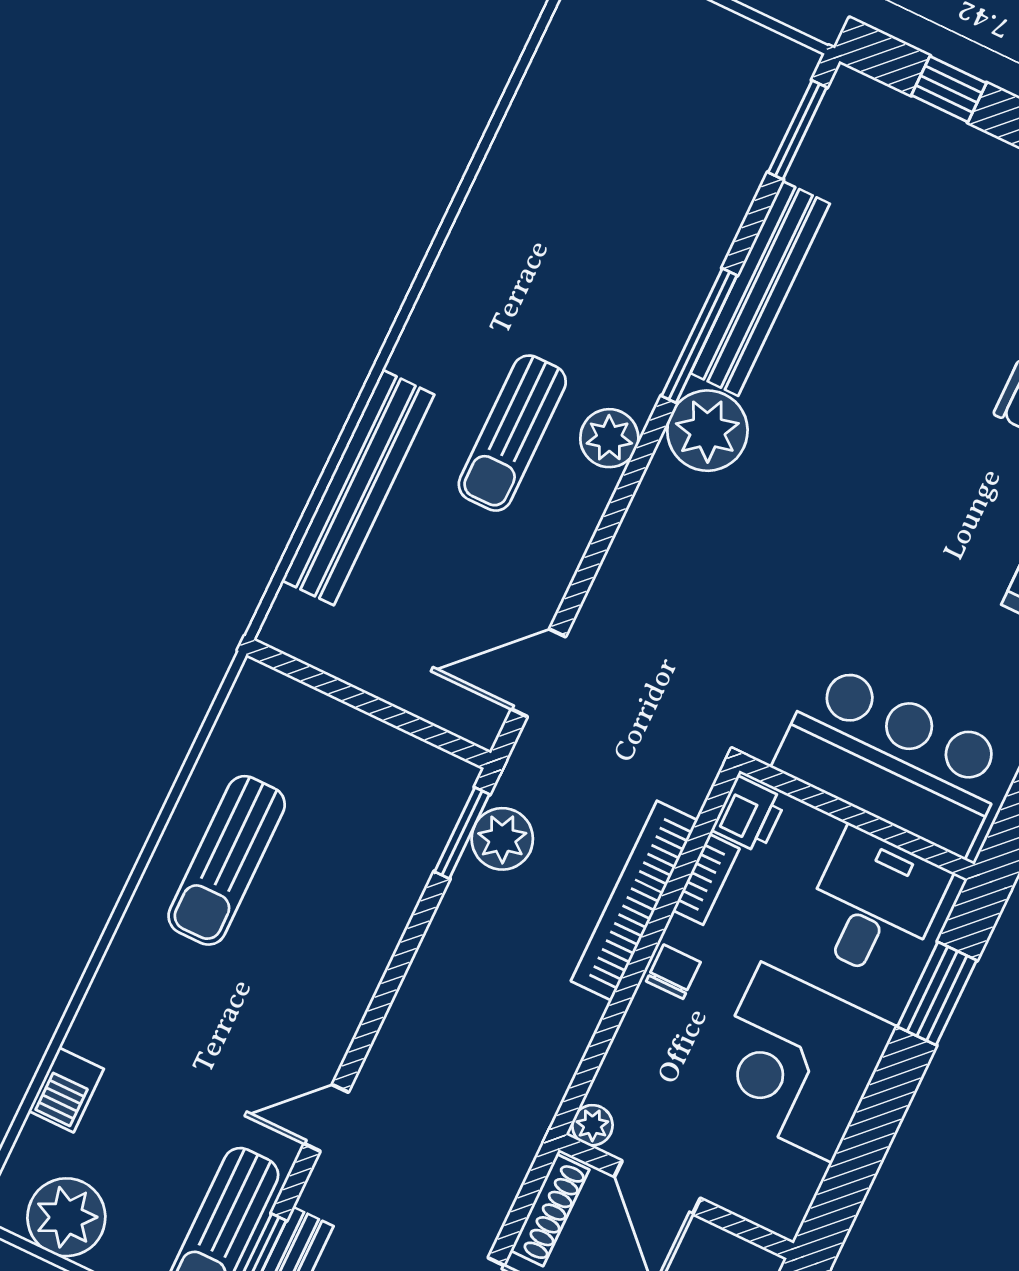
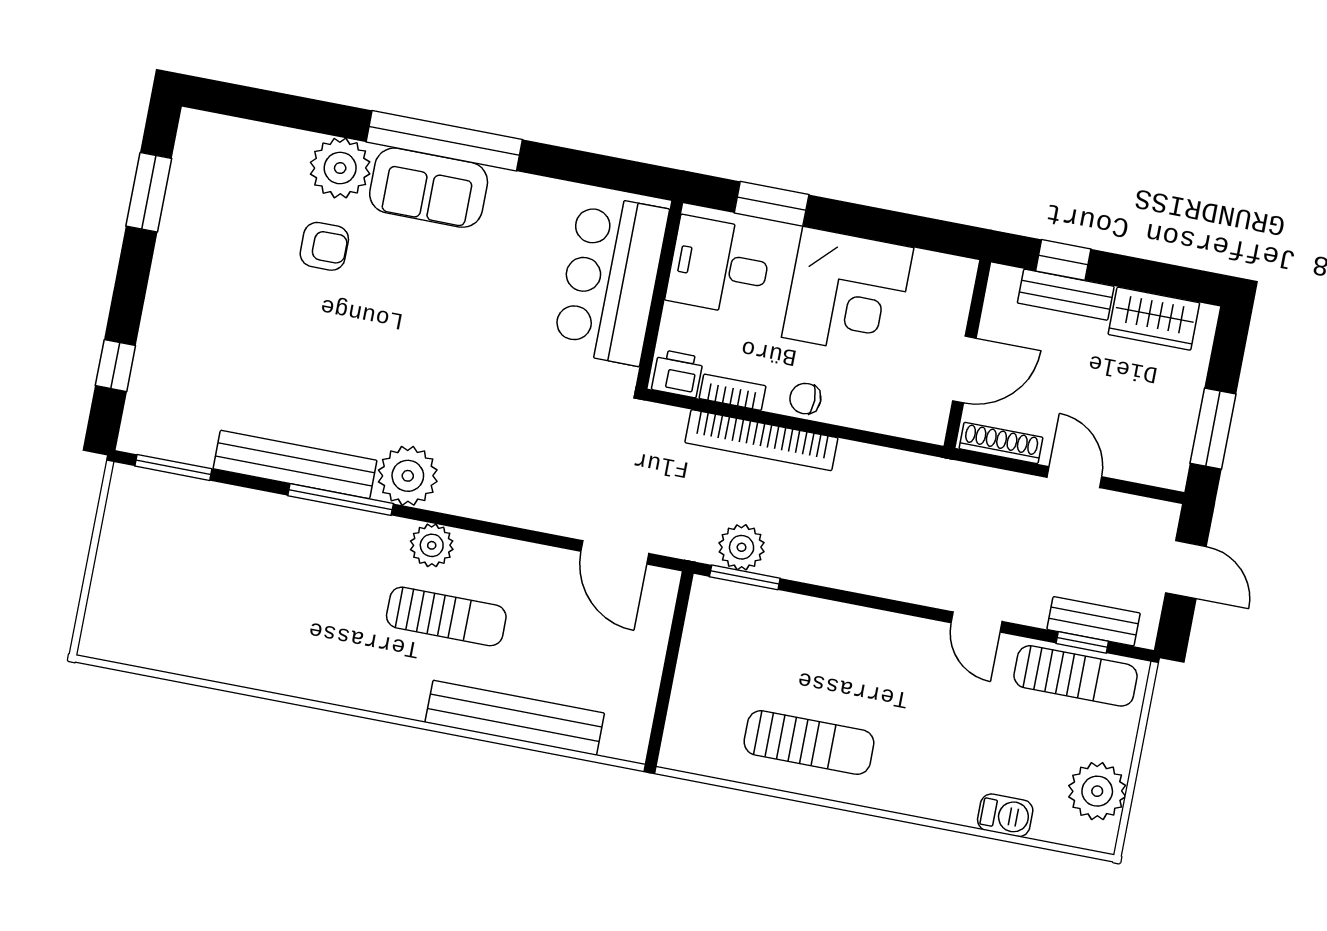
plant: (592, 1125) -> (932, 428), removed

